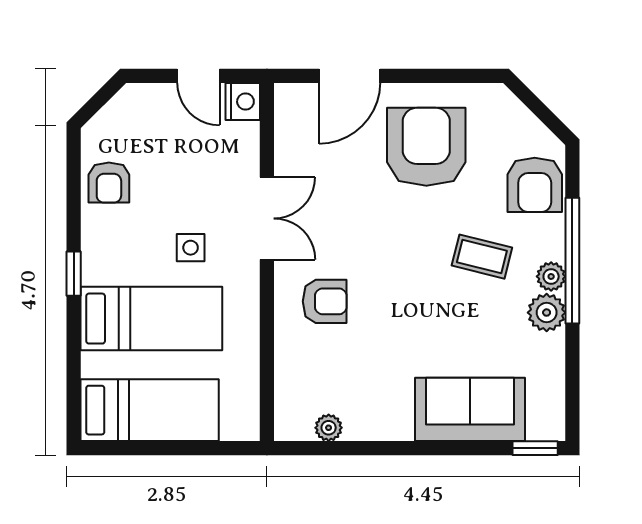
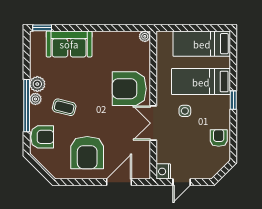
door: (198, 76) -> (182, 182), swing flipped
armchair: (535, 185) -> (42, 137), turned 90
armchair: (325, 301) -> (129, 89), width x1.88, depth x1.88
plant: (329, 428) -> (145, 36), moved

